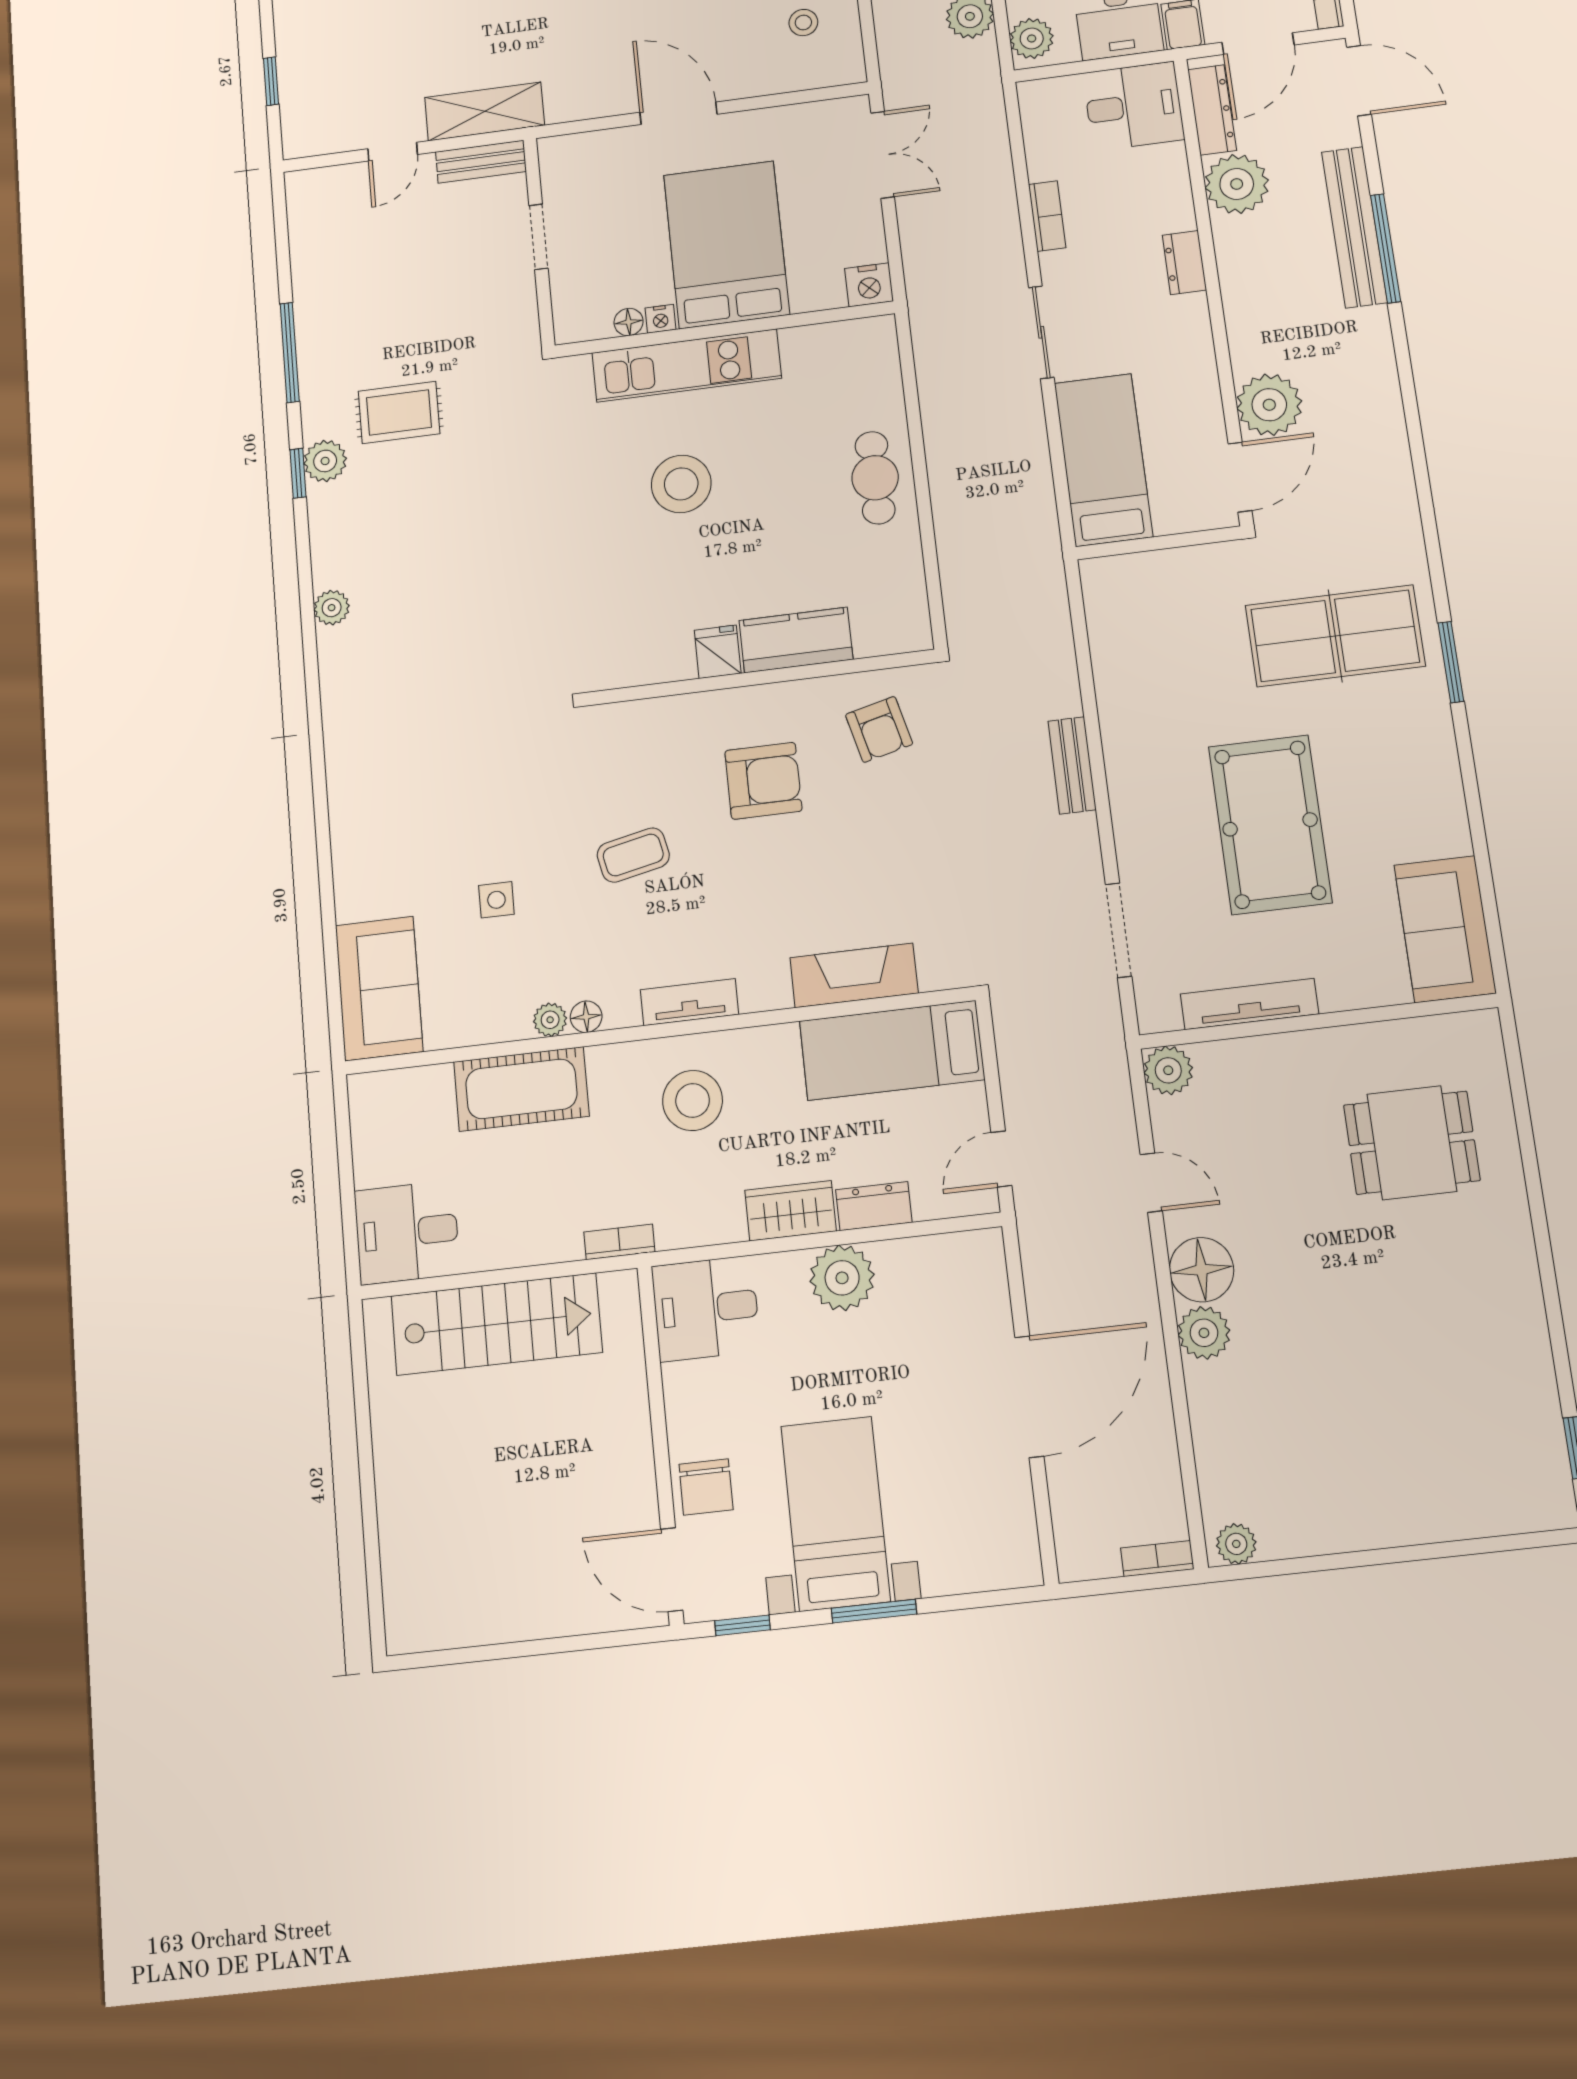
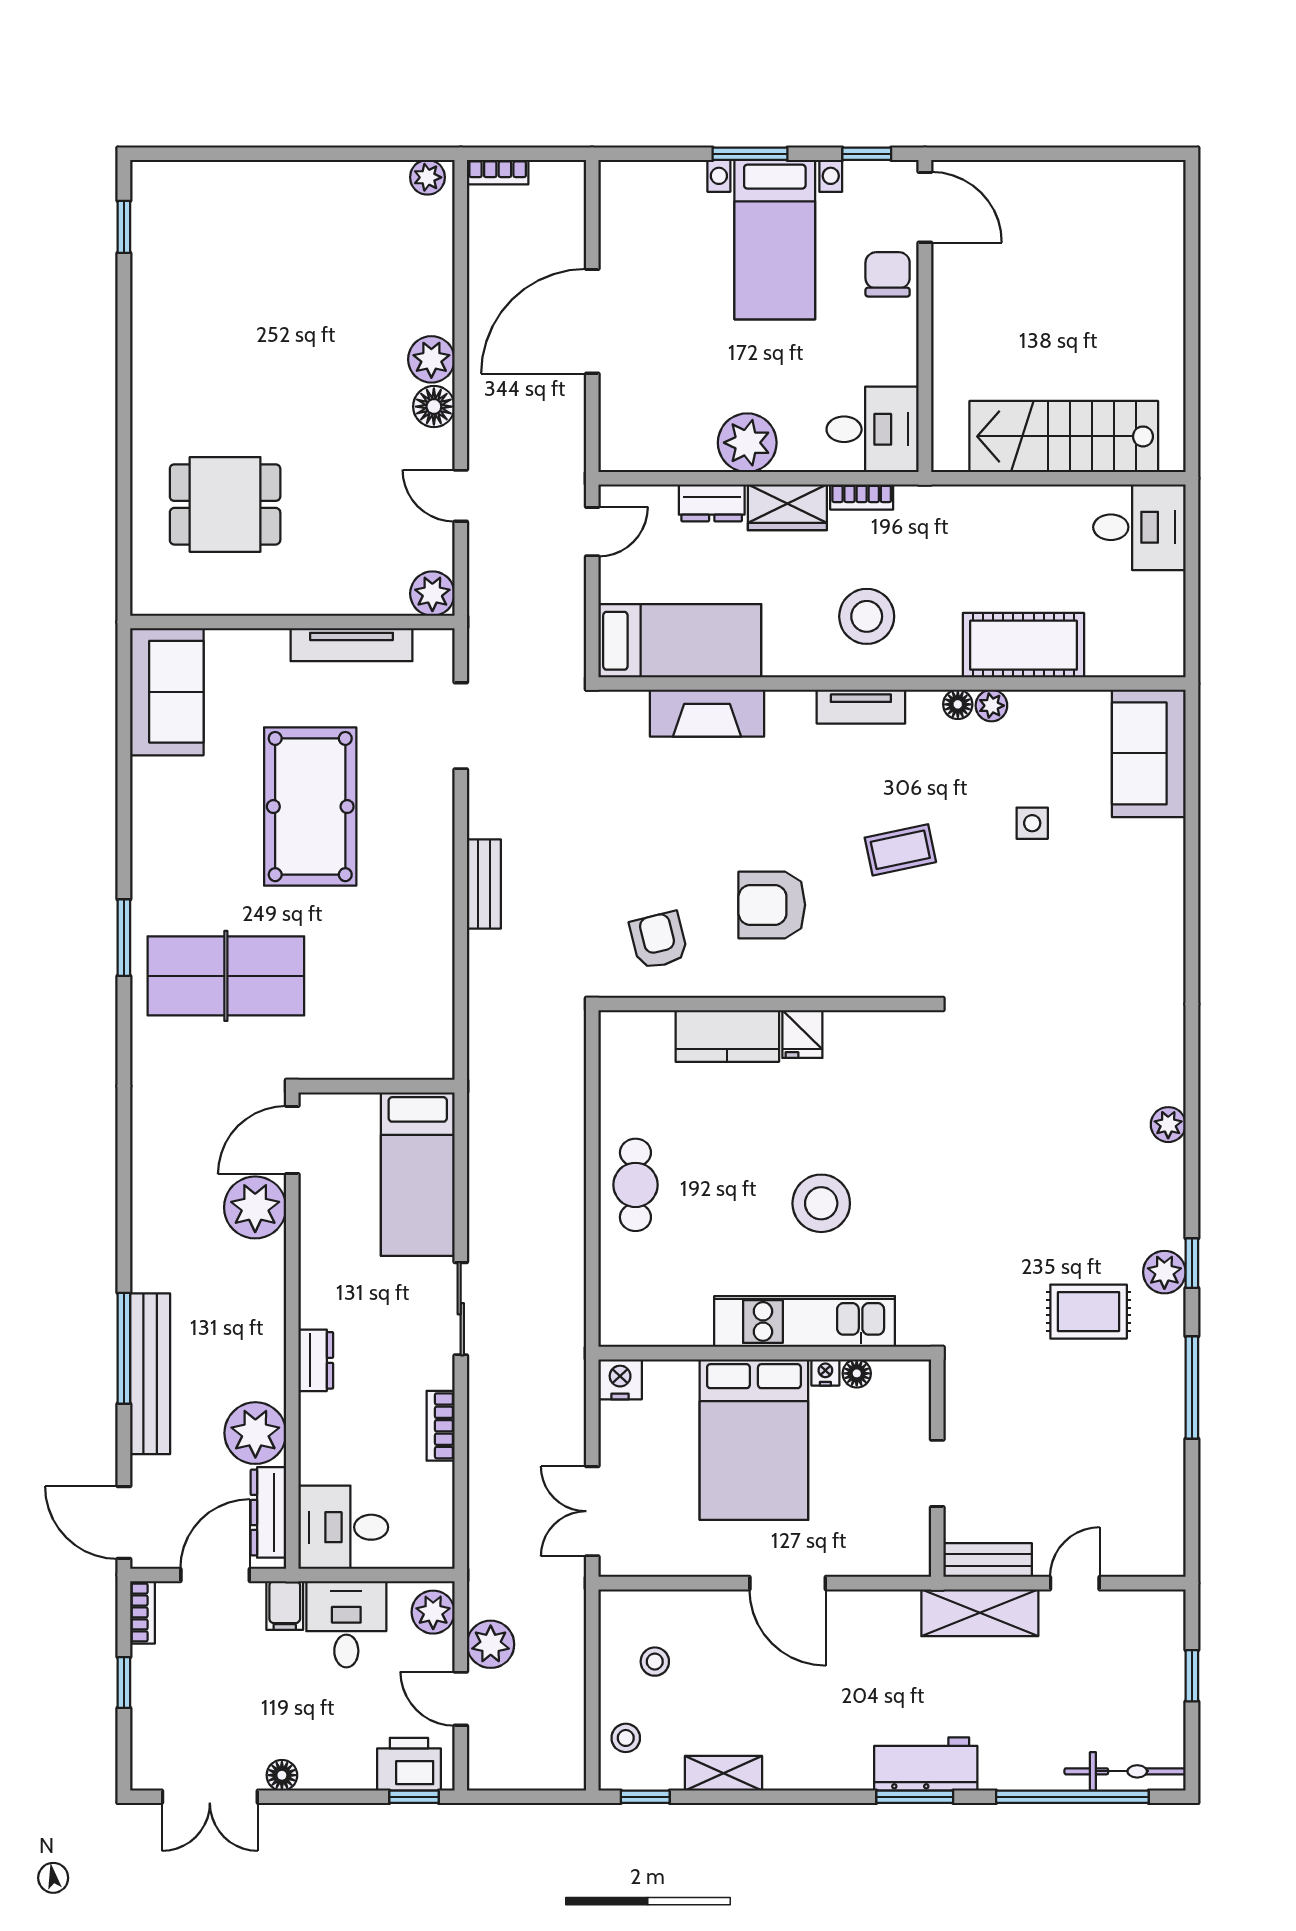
bookcase: (619, 1242) -> (862, 497), moved
floor lamp: (1202, 1270) -> (434, 407), width x0.73, depth x0.73

